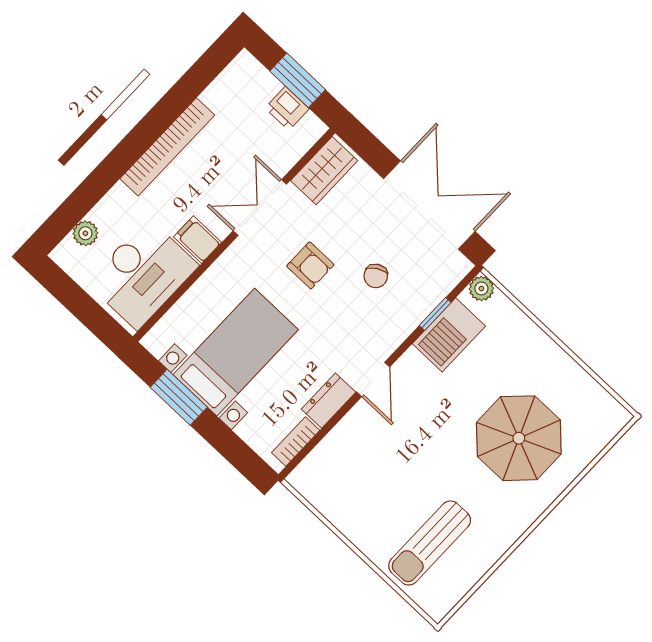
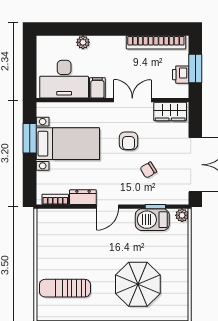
bookcase: (167, 147) -> (156, 42), moved
plant: (85, 233) -> (83, 42), moved

